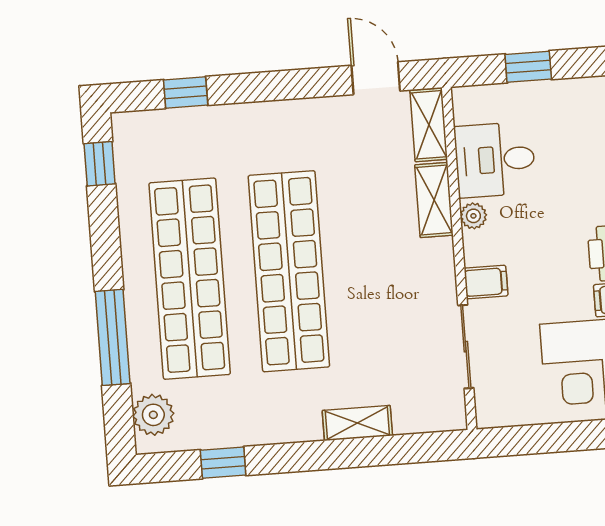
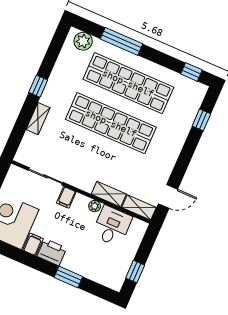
window: (528, 67) -> (135, 272), moved
window: (223, 463) -> (38, 86), moved

